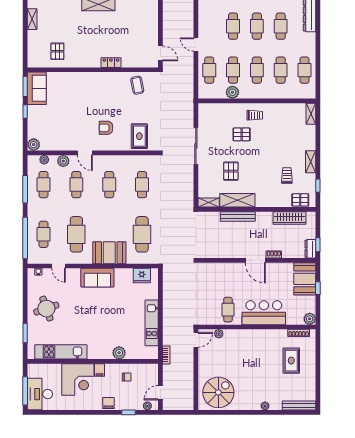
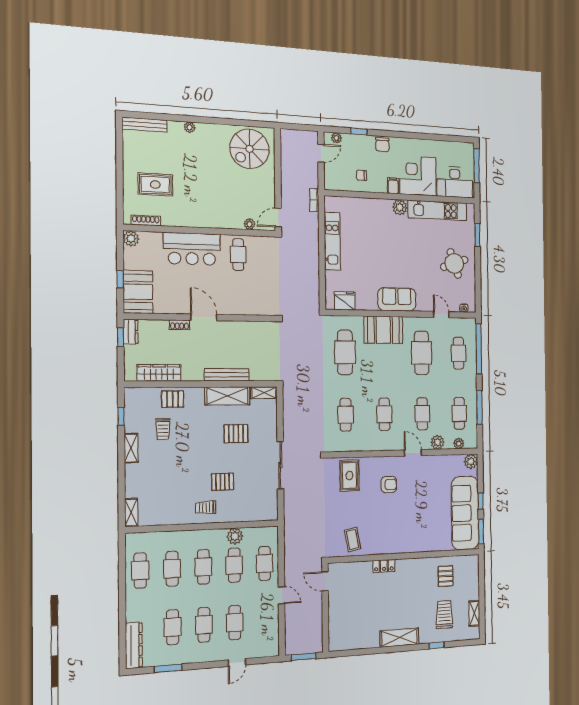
trolley: (59, 20) -> (444, 614), added
sofa: (37, 88) -> (465, 513), width x1.85, depth x1.27
pallet: (231, 171) -> (236, 434), turned 90
pallet: (300, 200) -> (173, 399), moved
plant: (119, 353) -> (400, 207), moved
rug: (291, 361) -> (155, 184), turned 90
desk: (40, 394) -> (455, 182), moved, turned 90

